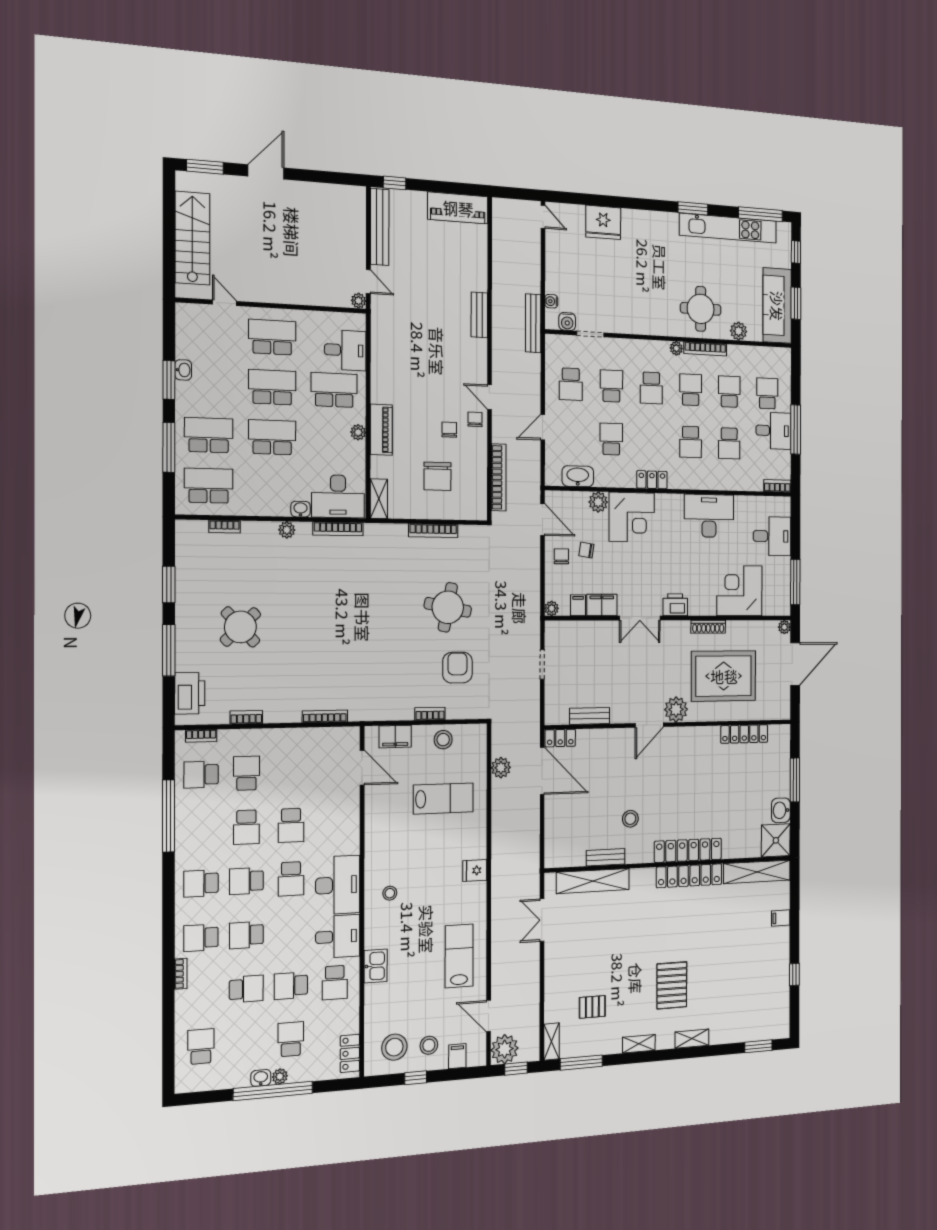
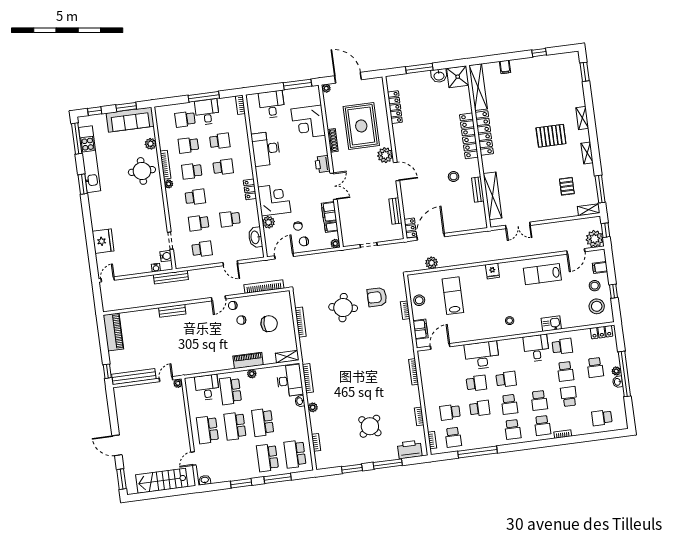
washbasin: (183, 370) -> (205, 480), moved
desk: (338, 885) -> (482, 355), moved
school desk: (291, 1039) -> (595, 368), turned -90

